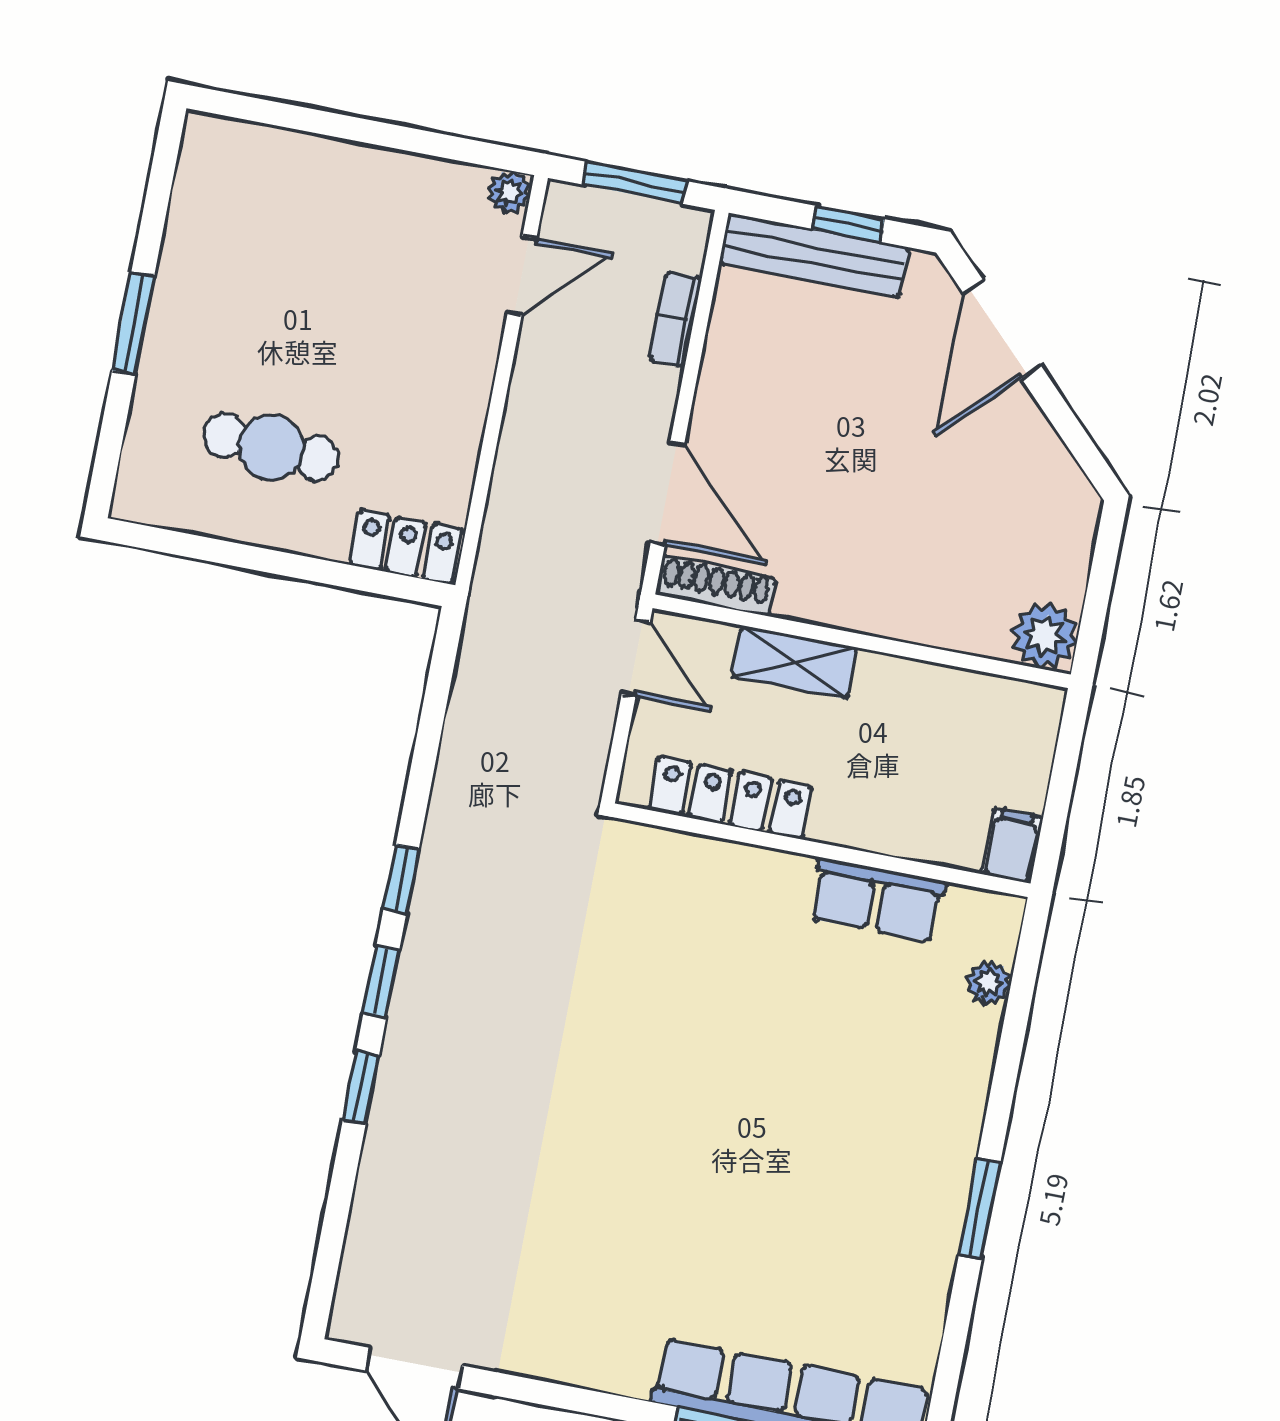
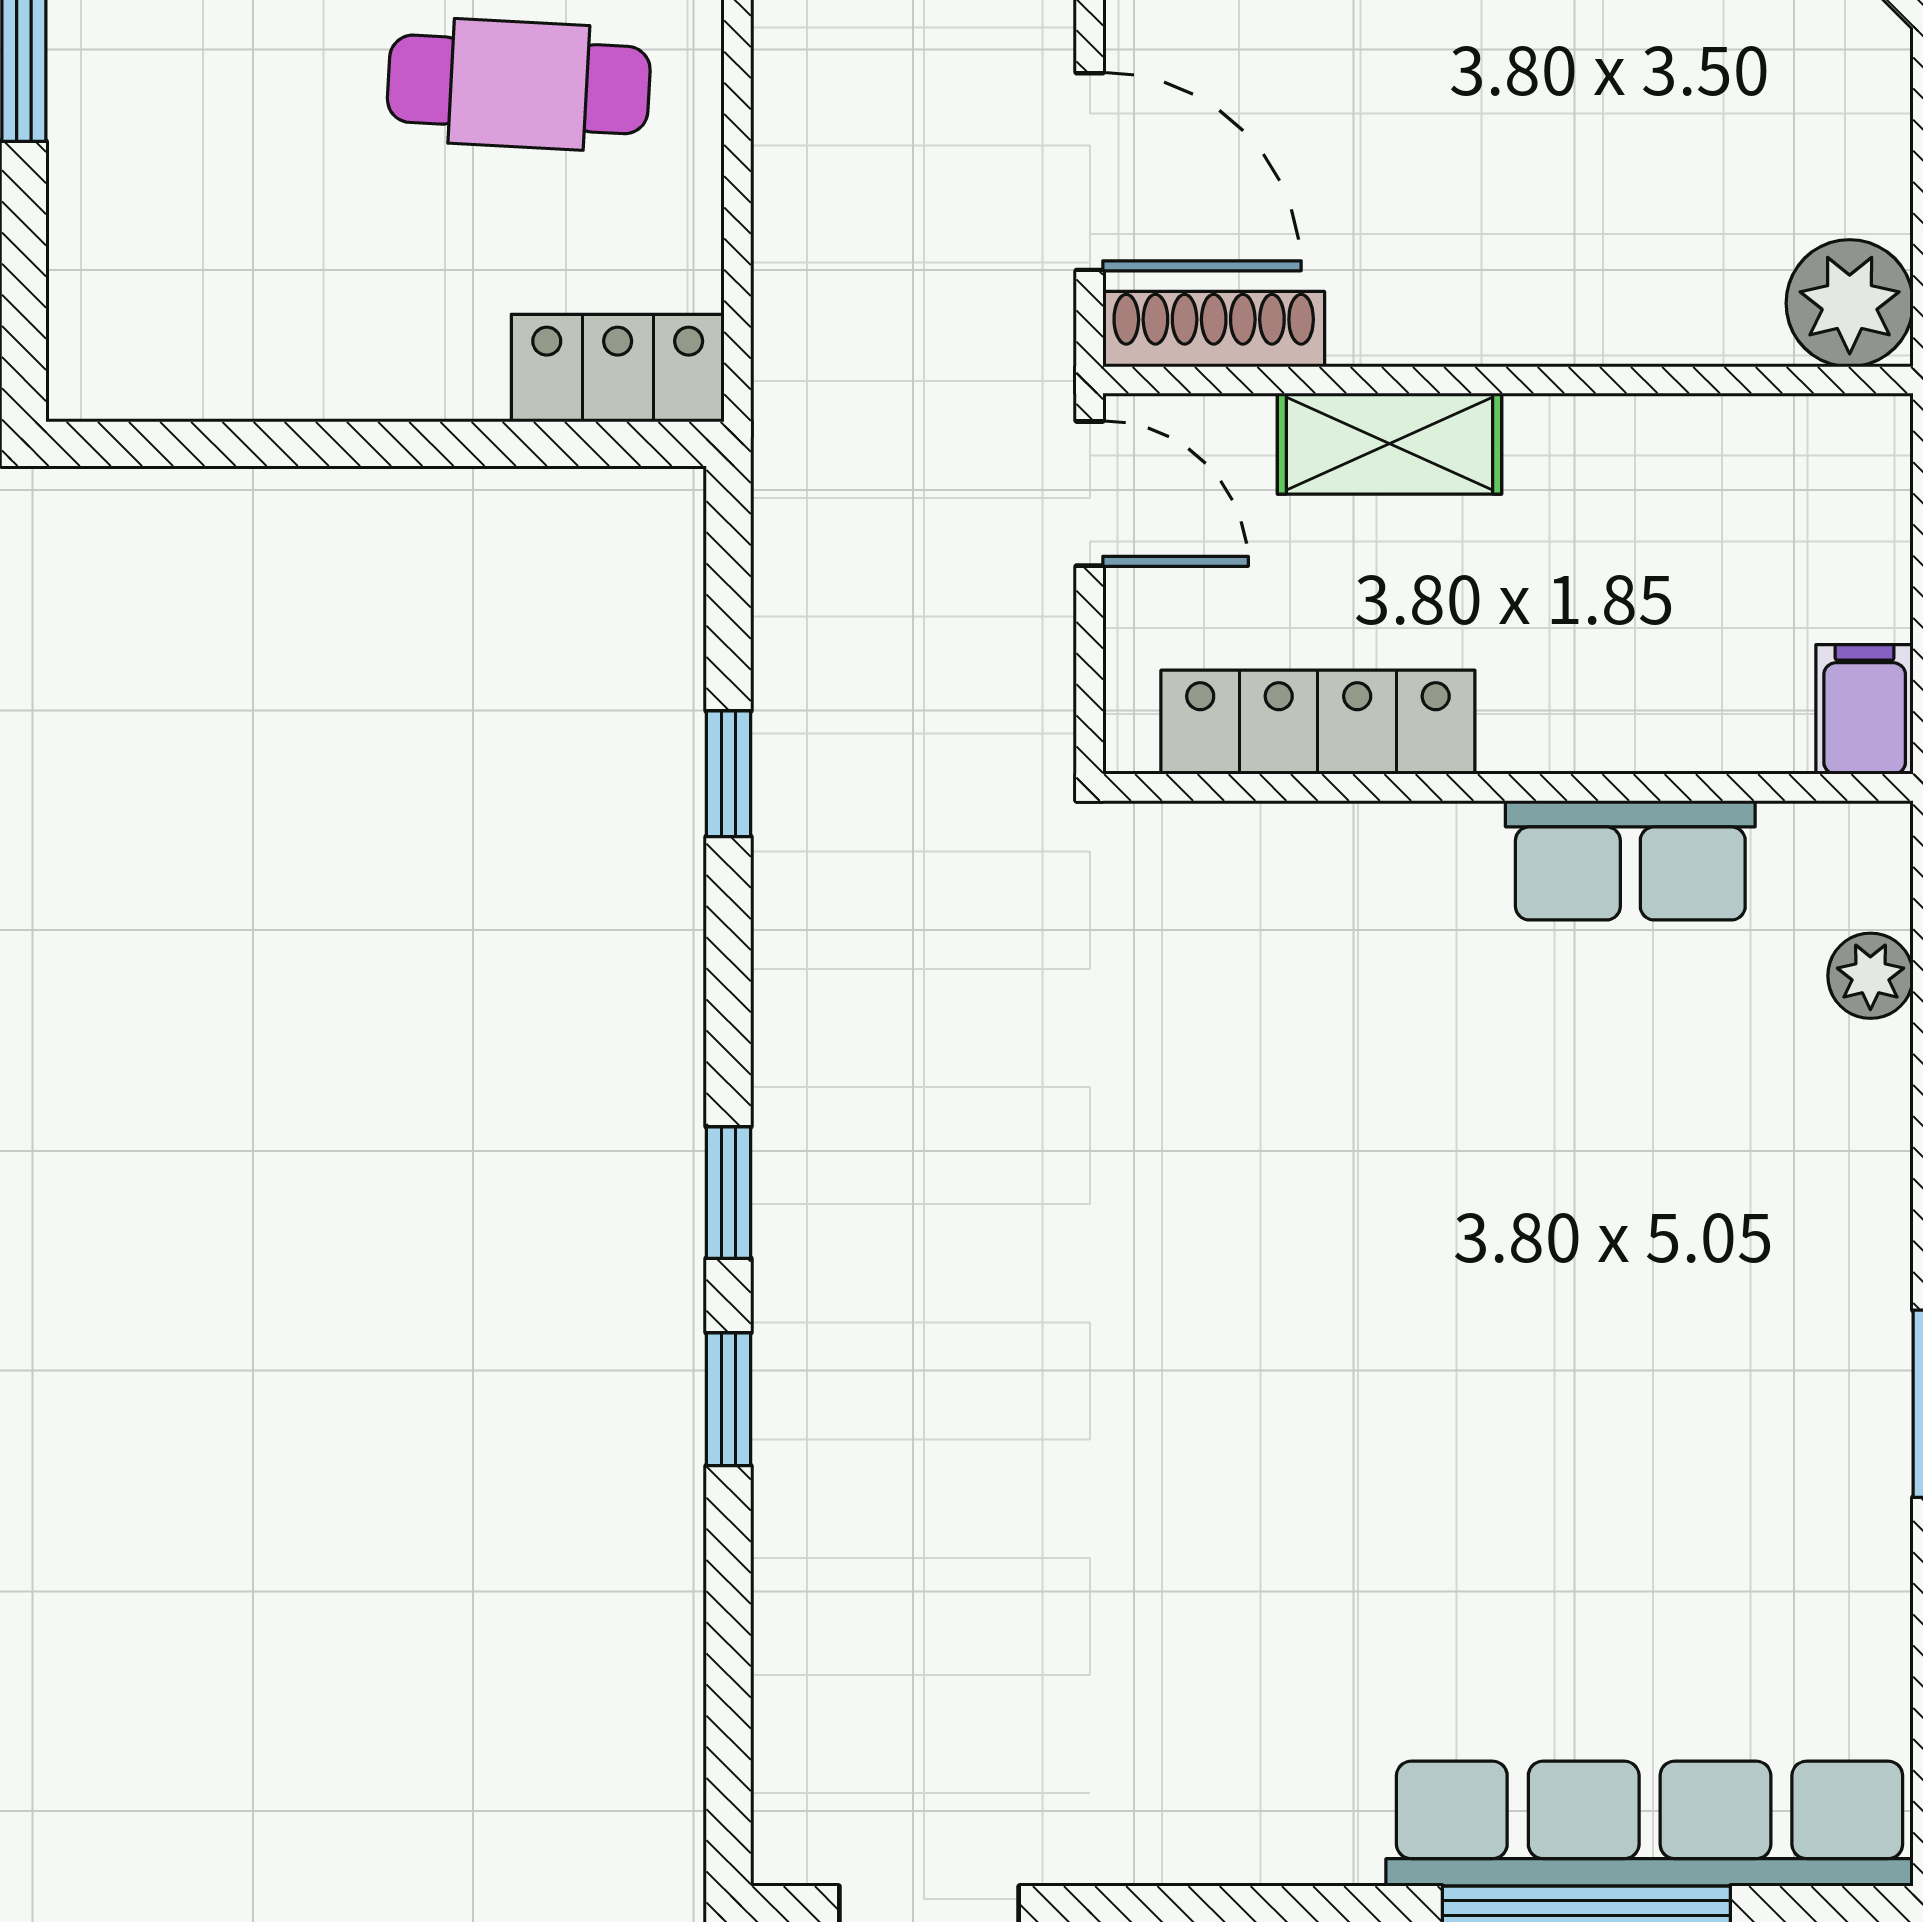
cafe table: (271, 447) -> (519, 84), moved
window: (401, 879) -> (728, 774), moved

